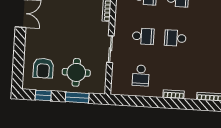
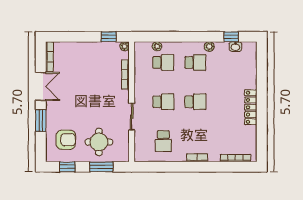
school desk: (175, 38) -> (195, 102), turned 180
window: (19, 48) -> (41, 121), added
armchair: (43, 68) -> (66, 140), turned -90

